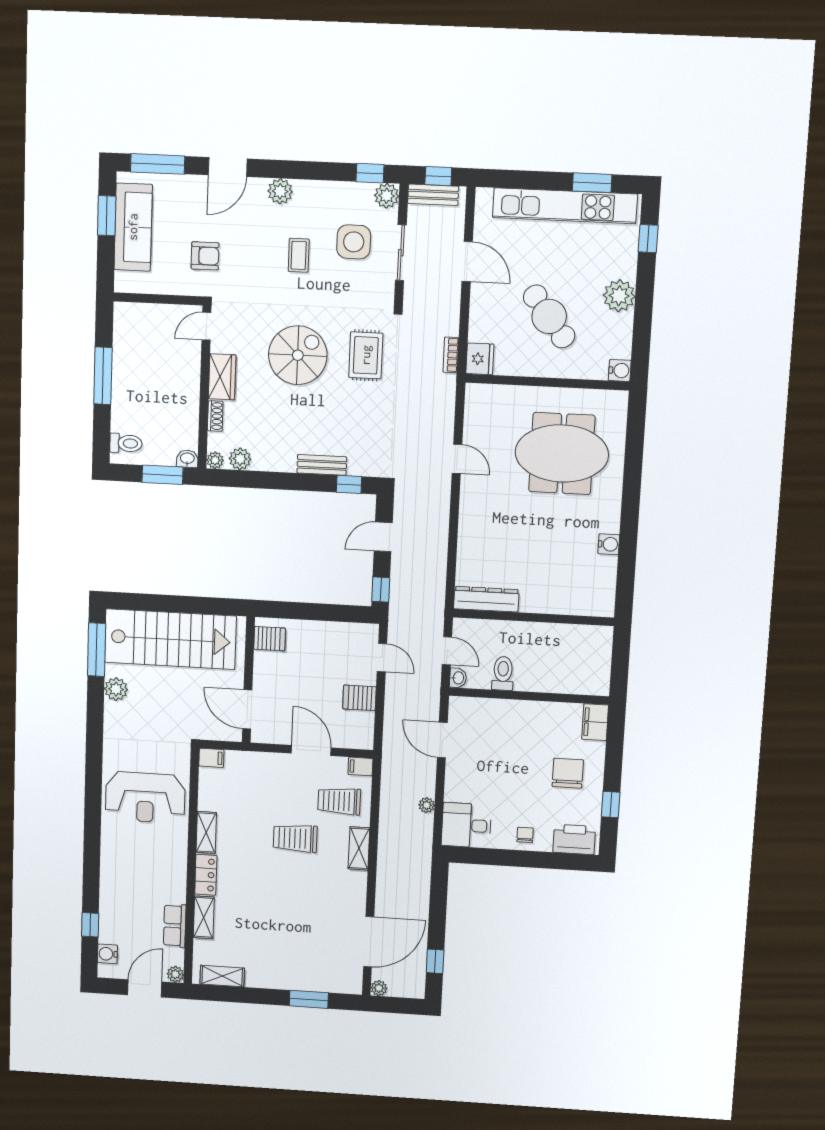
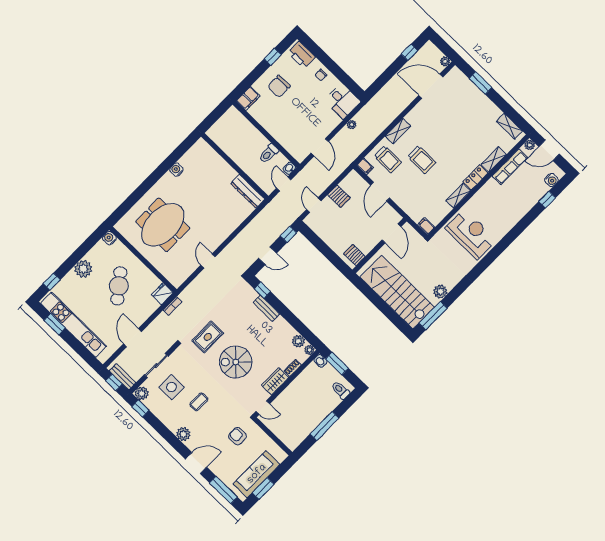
meeting table: (562, 453) -> (163, 225), turned 90
row of seats: (175, 926) -> (510, 167), width x1.48

